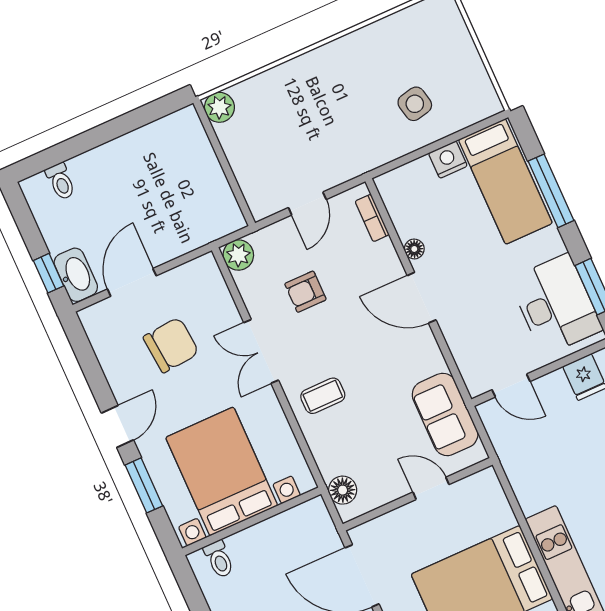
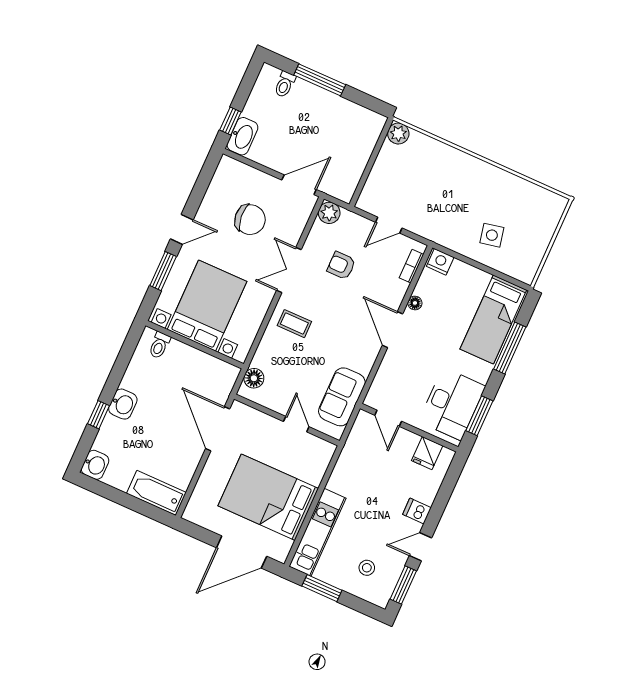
window: (89, 140) -> (320, 80), added
nightstand: (448, 160) -> (440, 262), moved
door: (132, 282) -> (299, 185), moved

